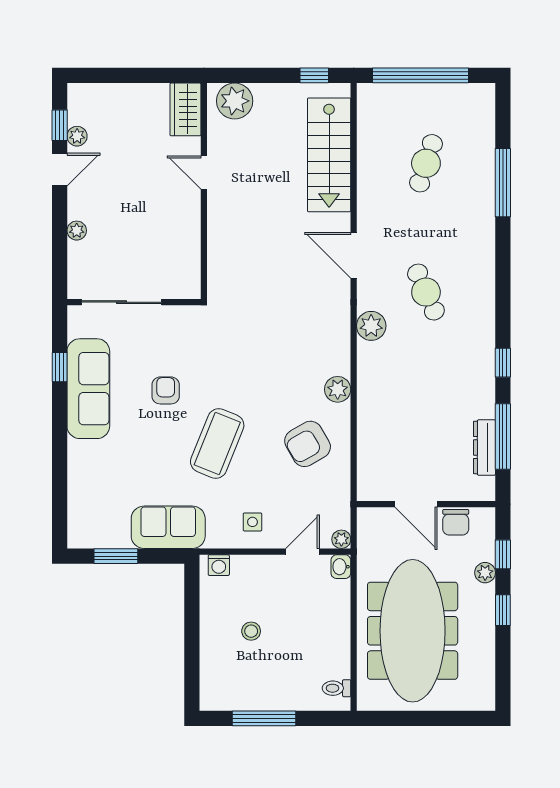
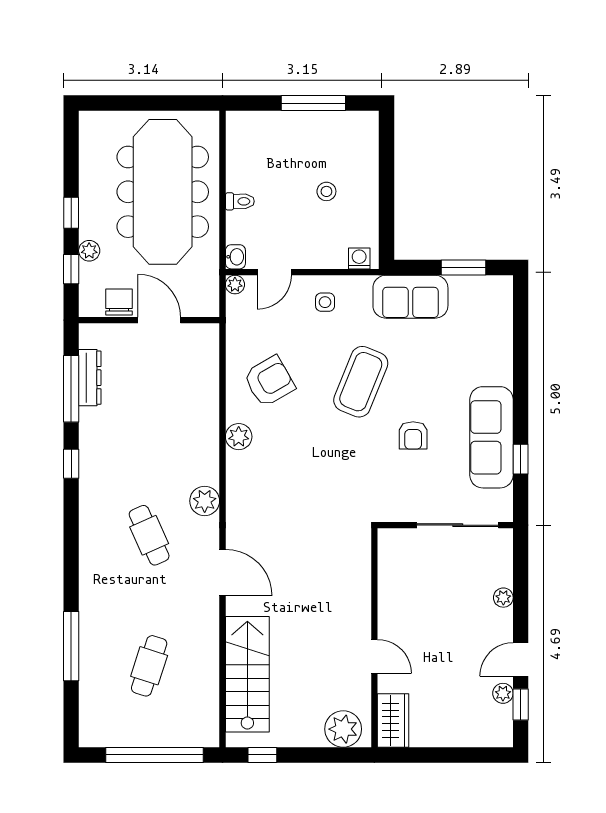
toilet: (336, 688) -> (240, 201), moved

